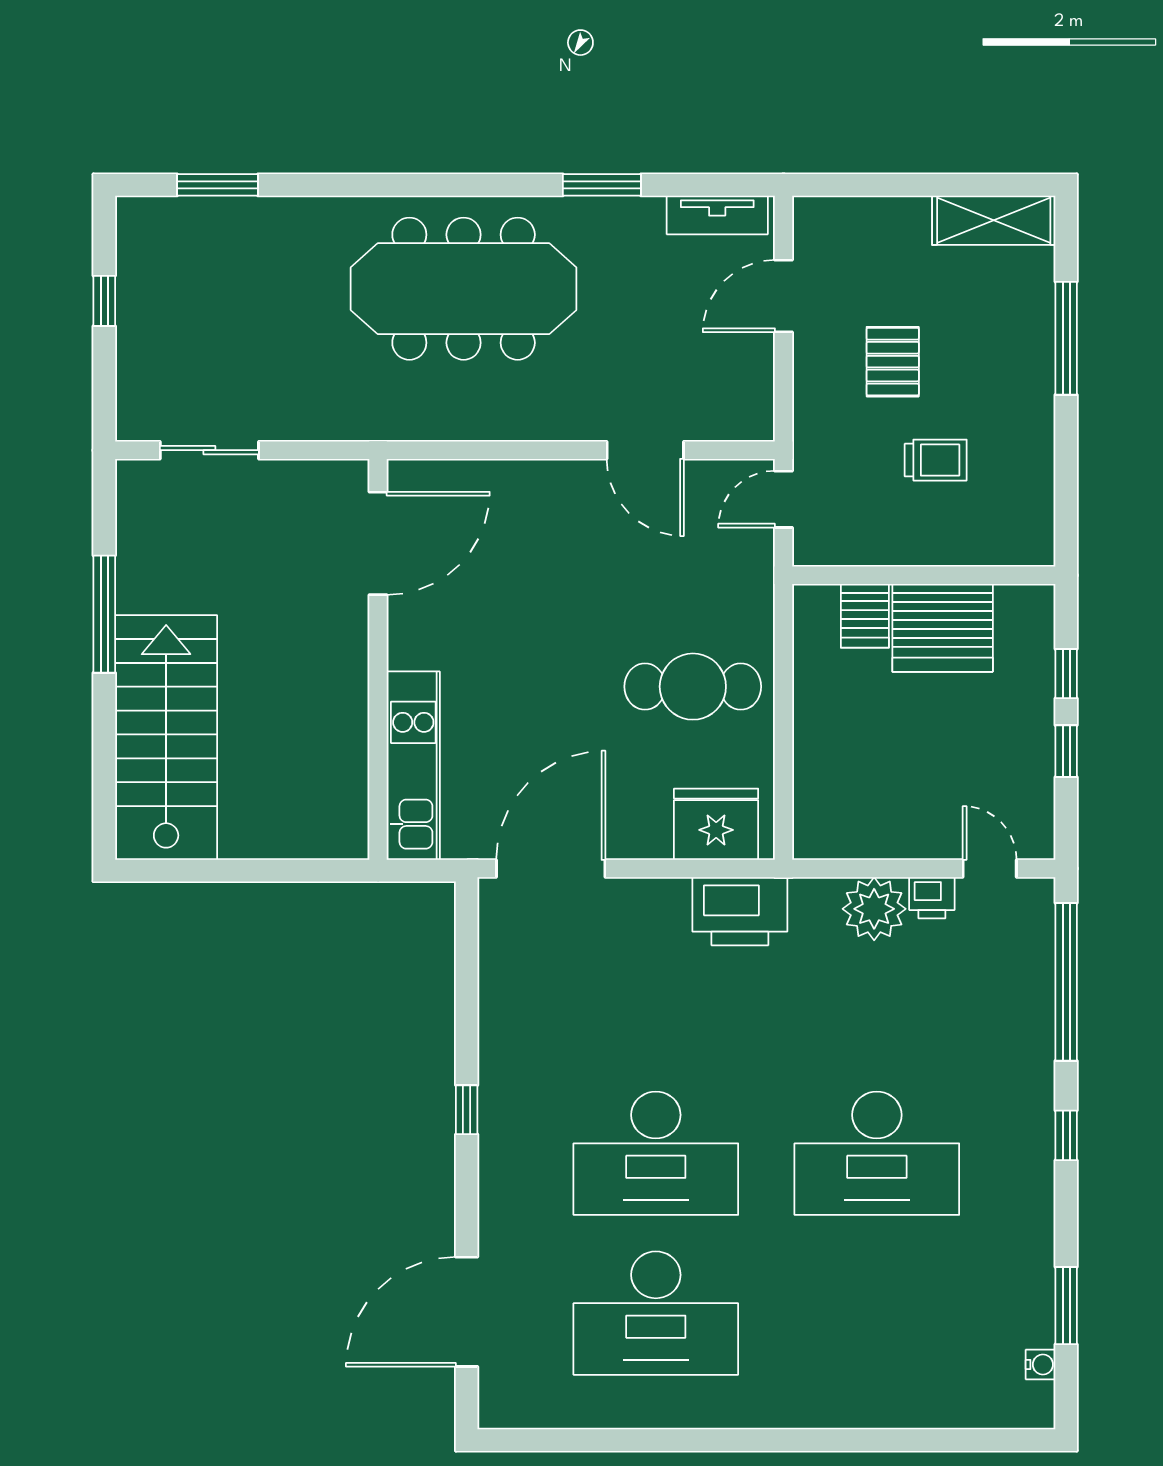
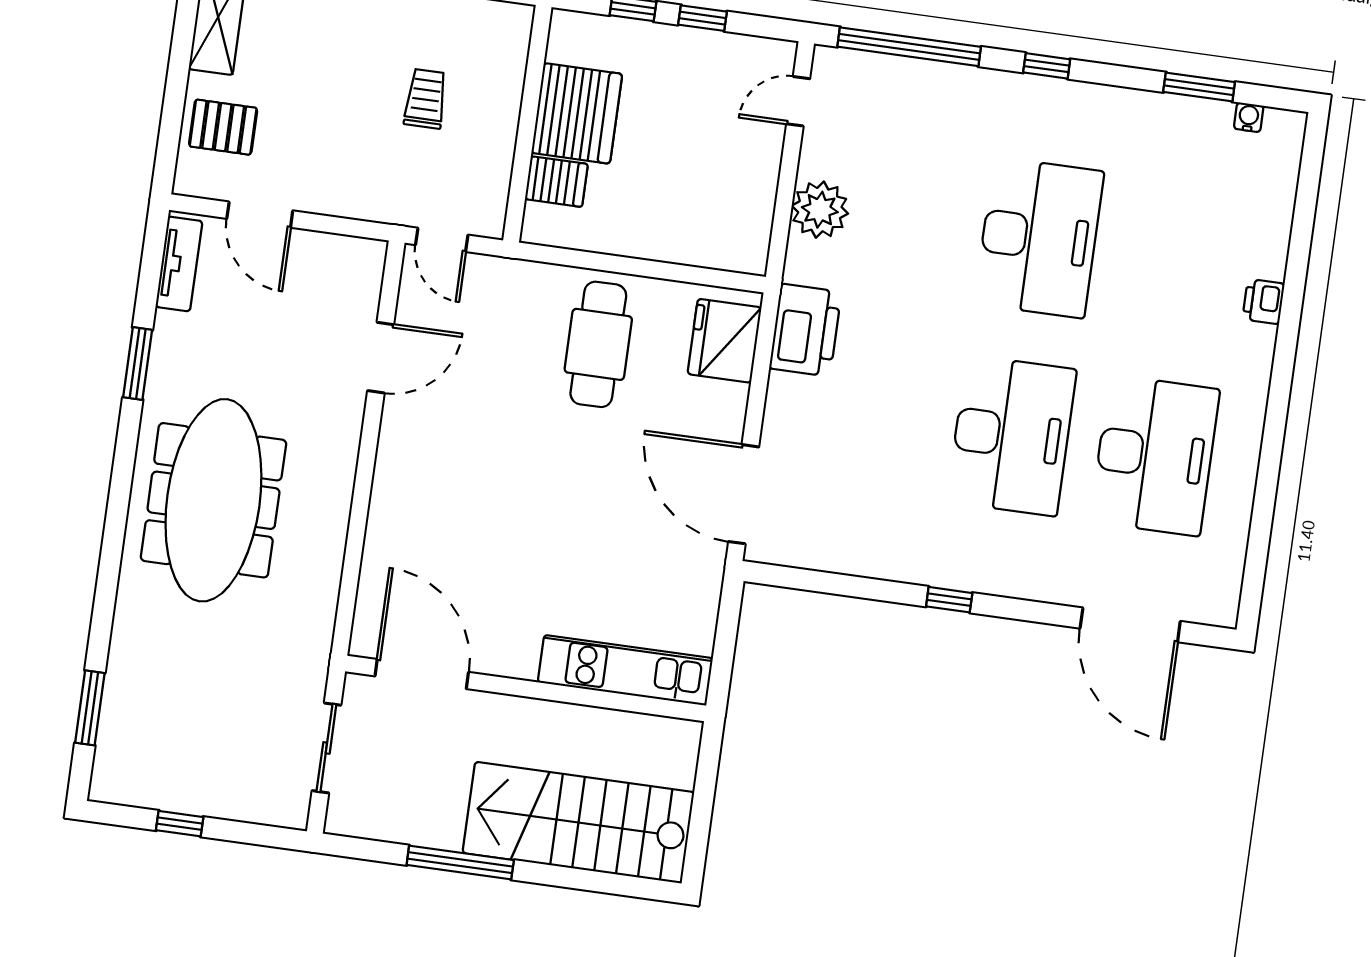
pallet: (893, 362) -> (223, 127), moved
door: (378, 543) -> (422, 674), moved
wall: (378, 659) -> (526, 689), moved
kitchen unit: (413, 766) -> (625, 670), moved
printer: (932, 898) -> (1263, 301), moved, turned 180

